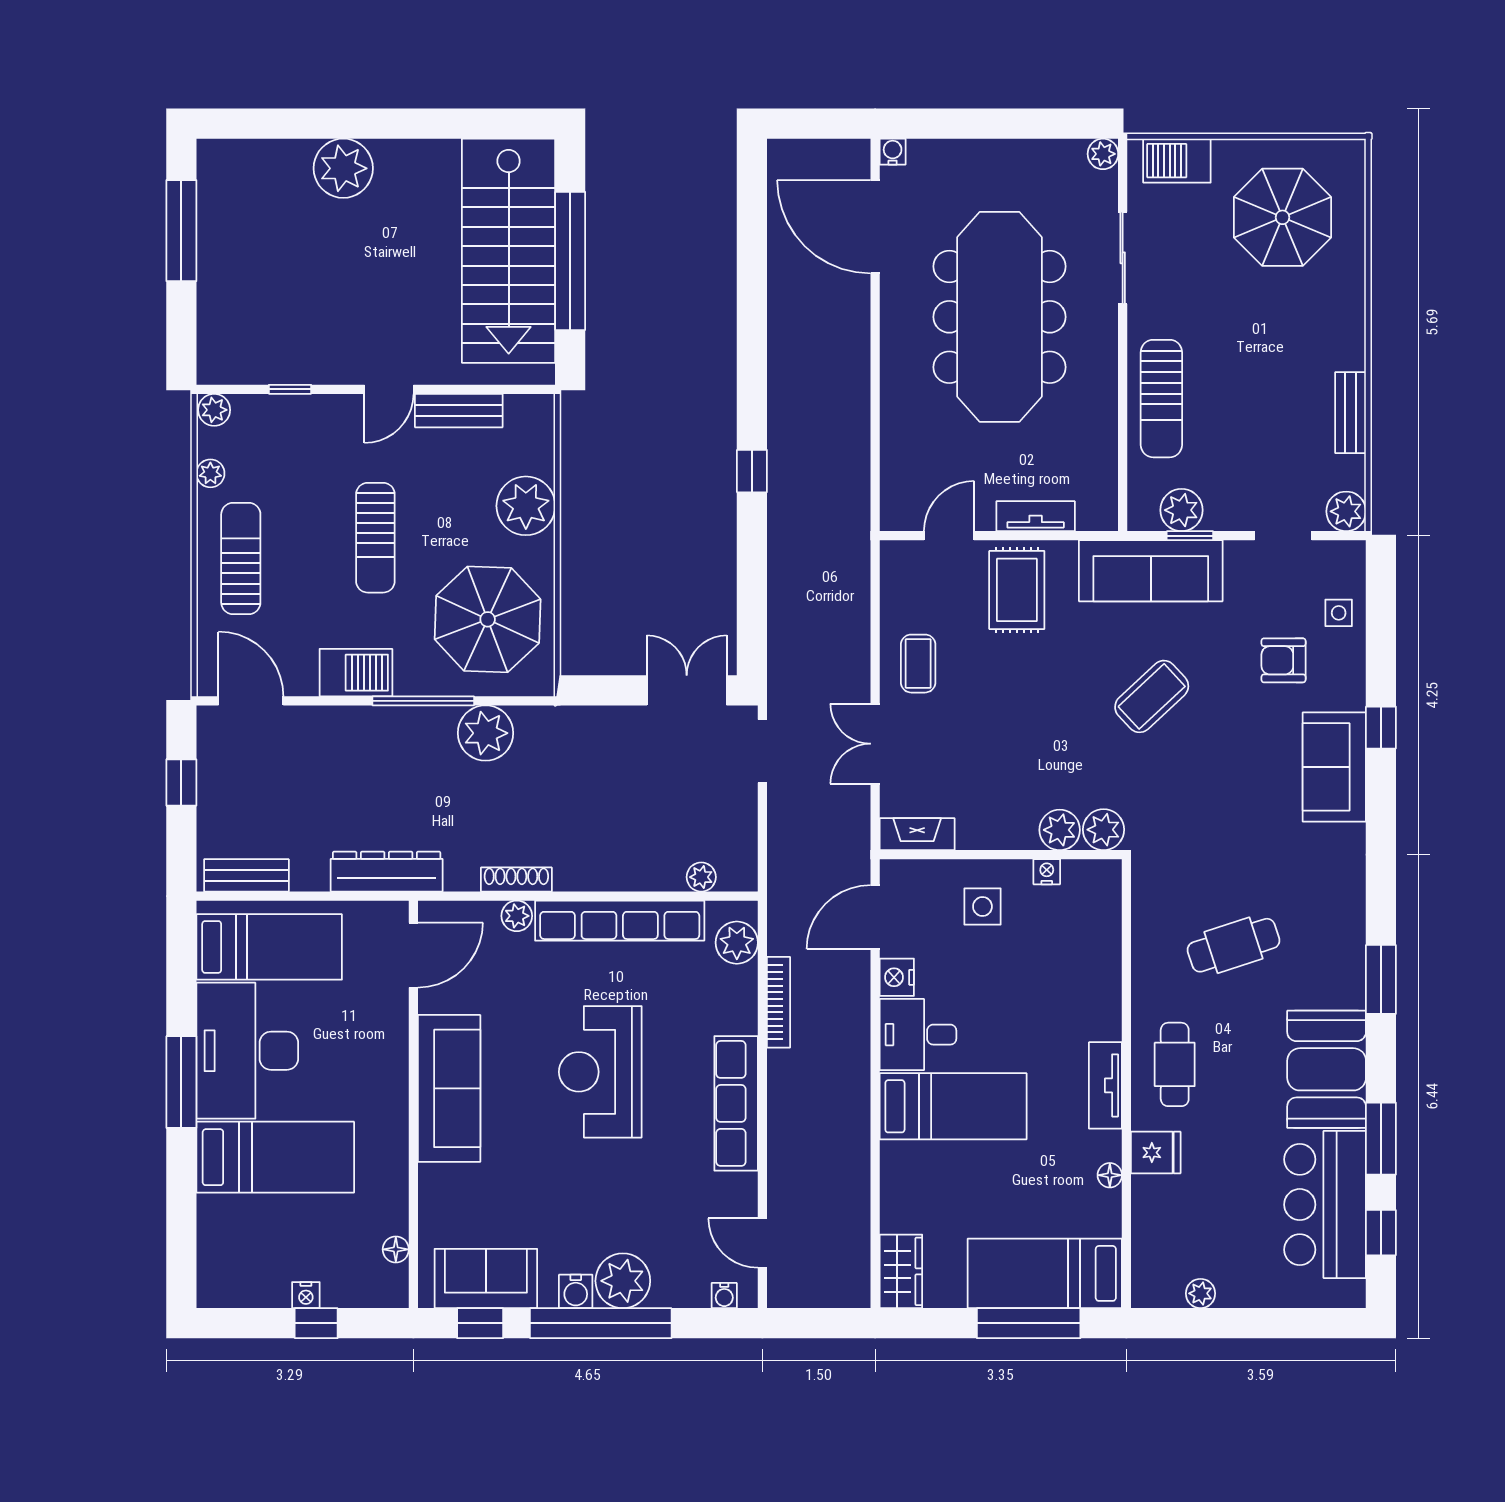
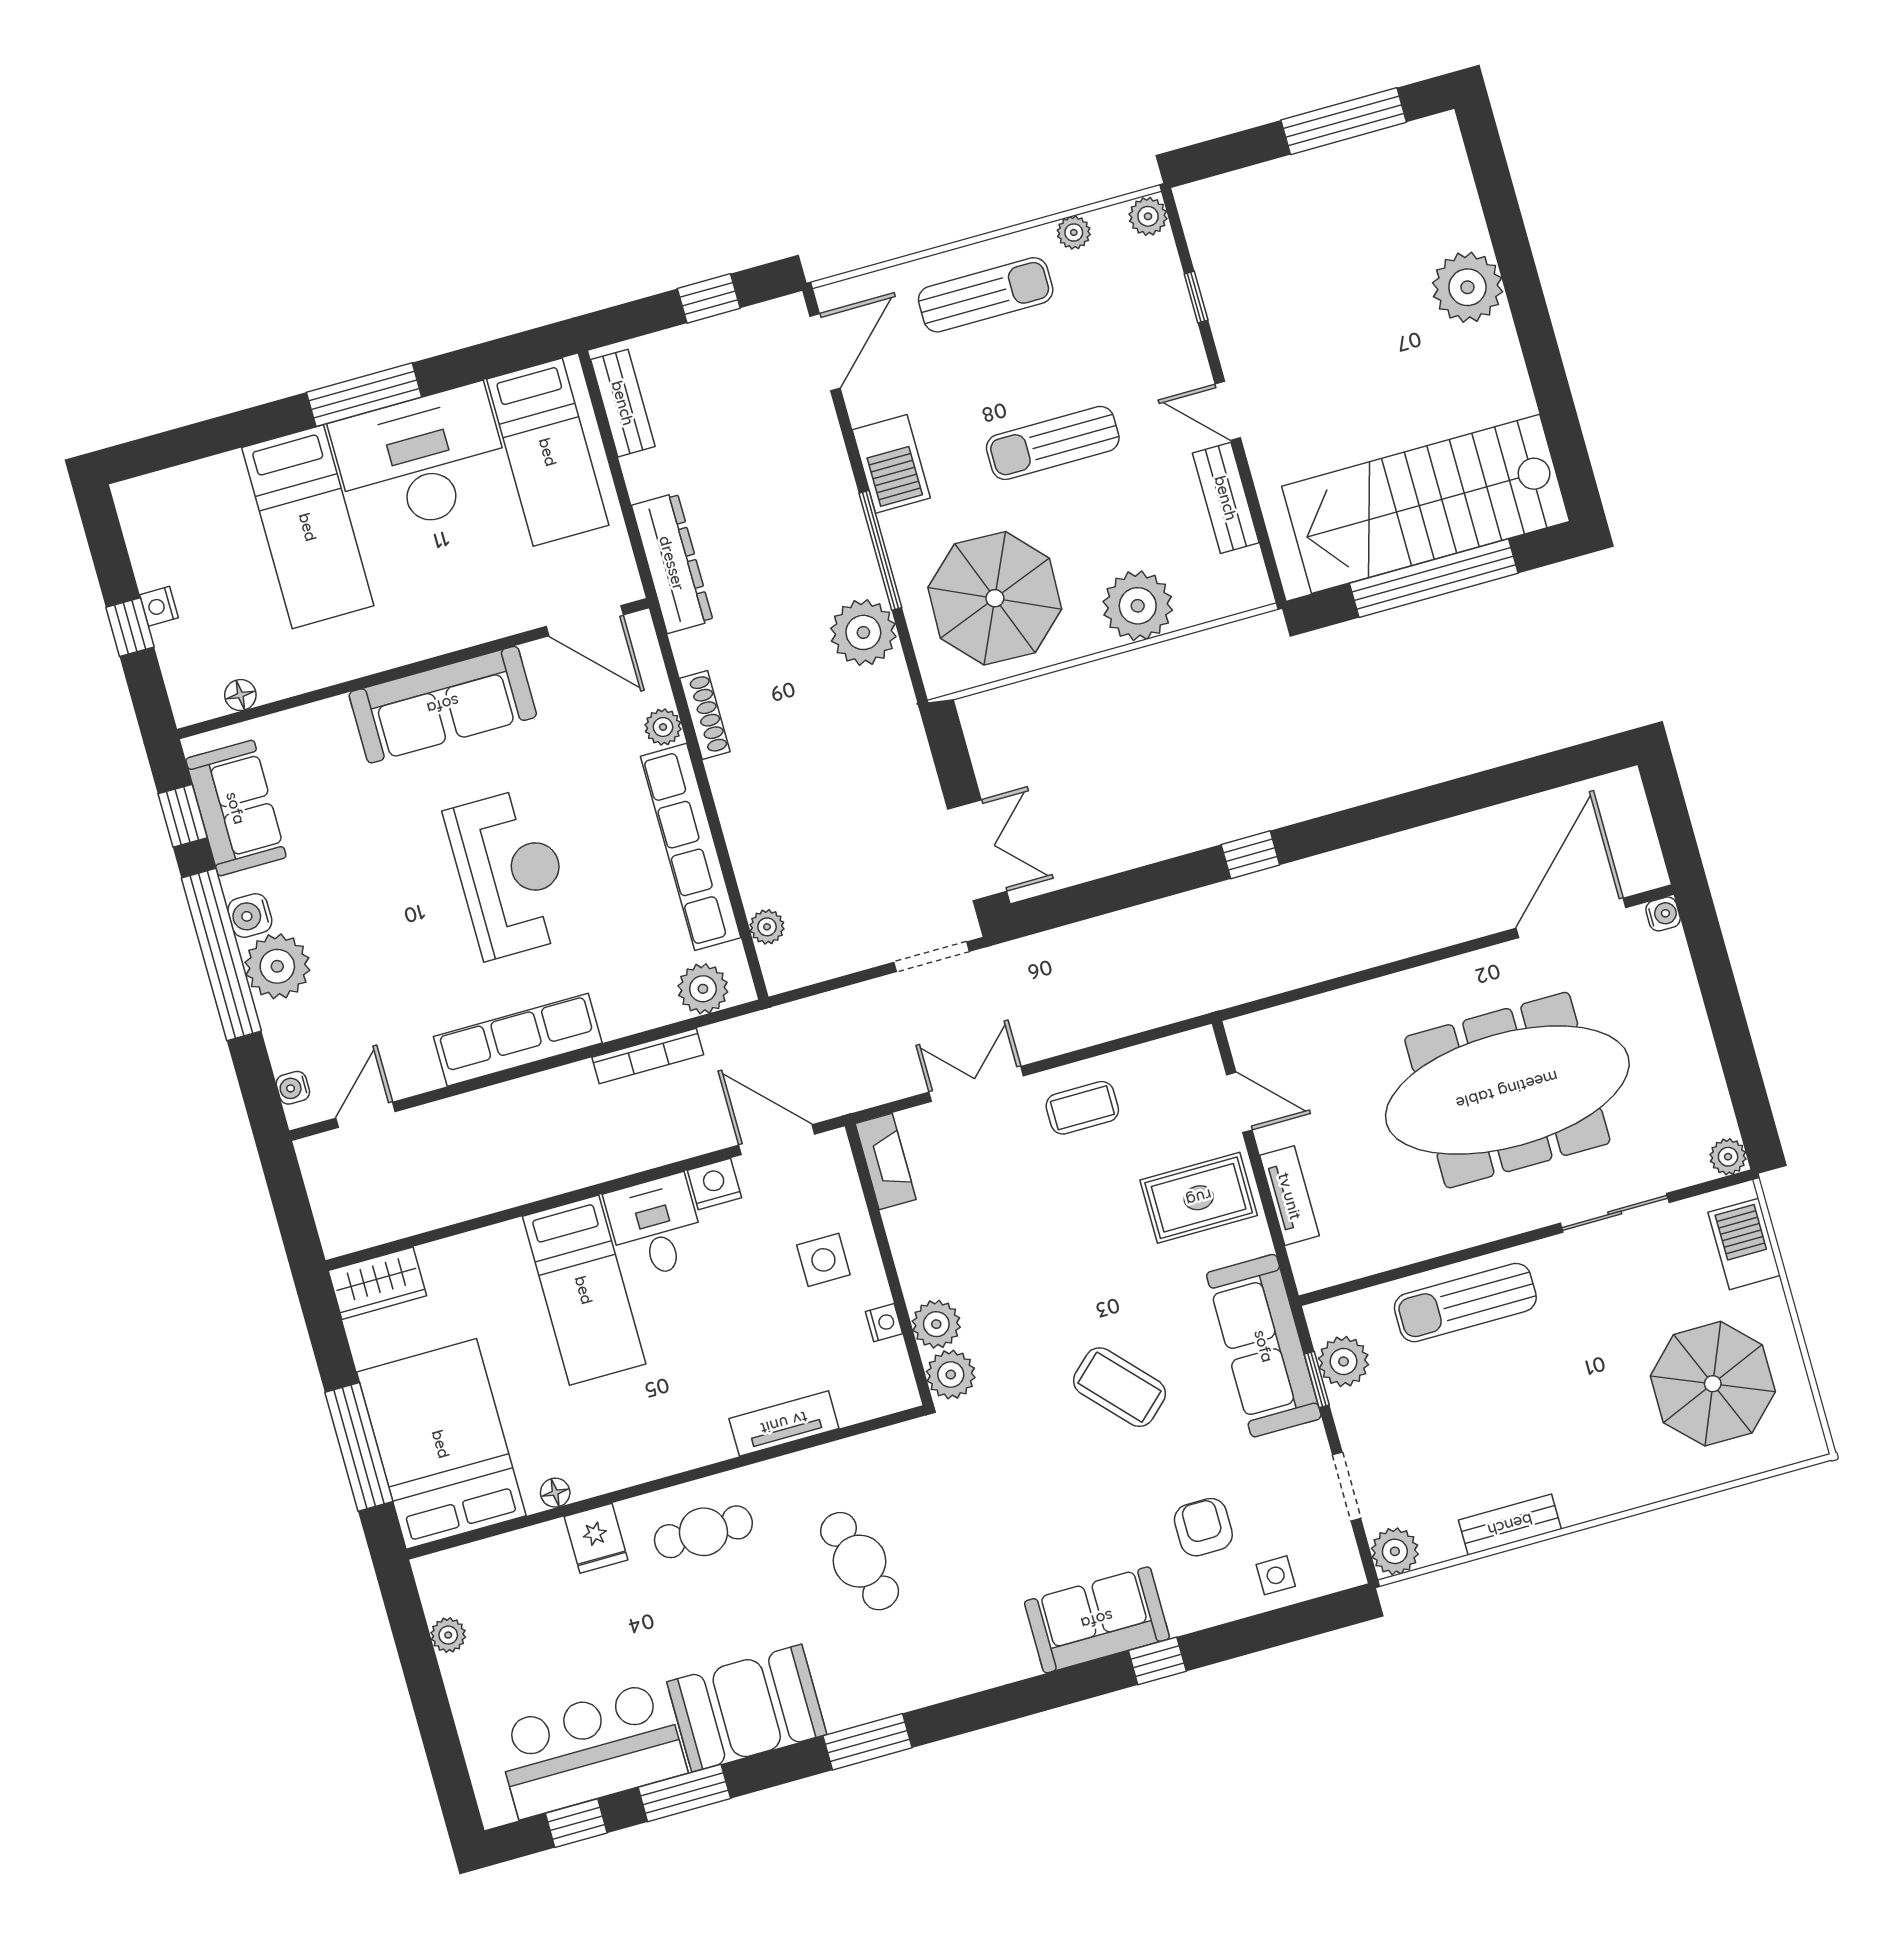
reception desk: (600, 1072) -> (510, 873), turned 90
tv unit: (1105, 1085) -> (784, 1423), moved
bed: (1045, 1273) -> (441, 1444), width x1.50

